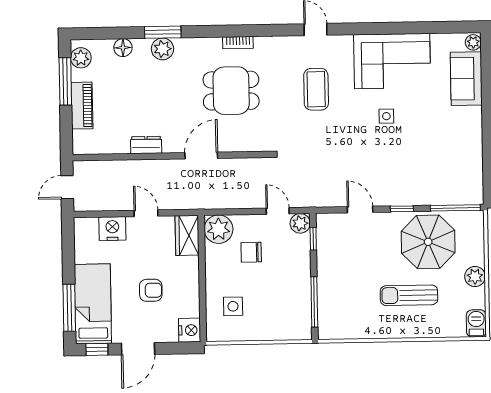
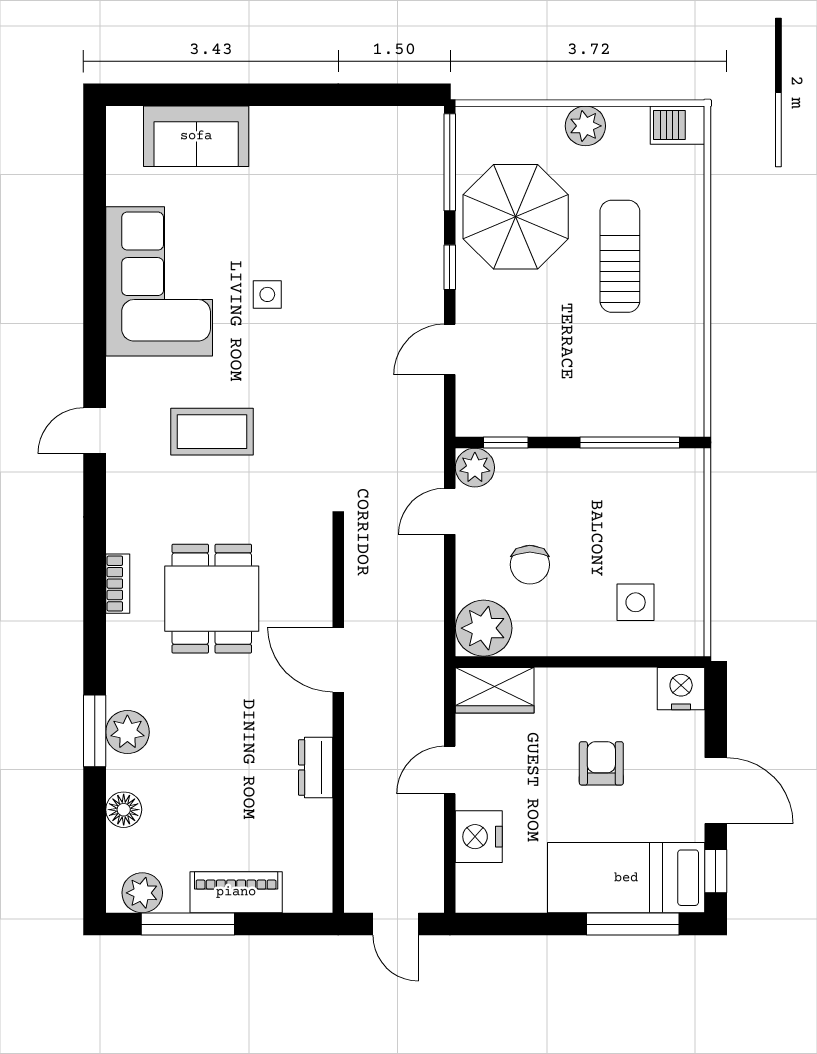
plant: (473, 42) -> (125, 121), removed
sun lounger: (409, 295) -> (620, 256), turned 180

